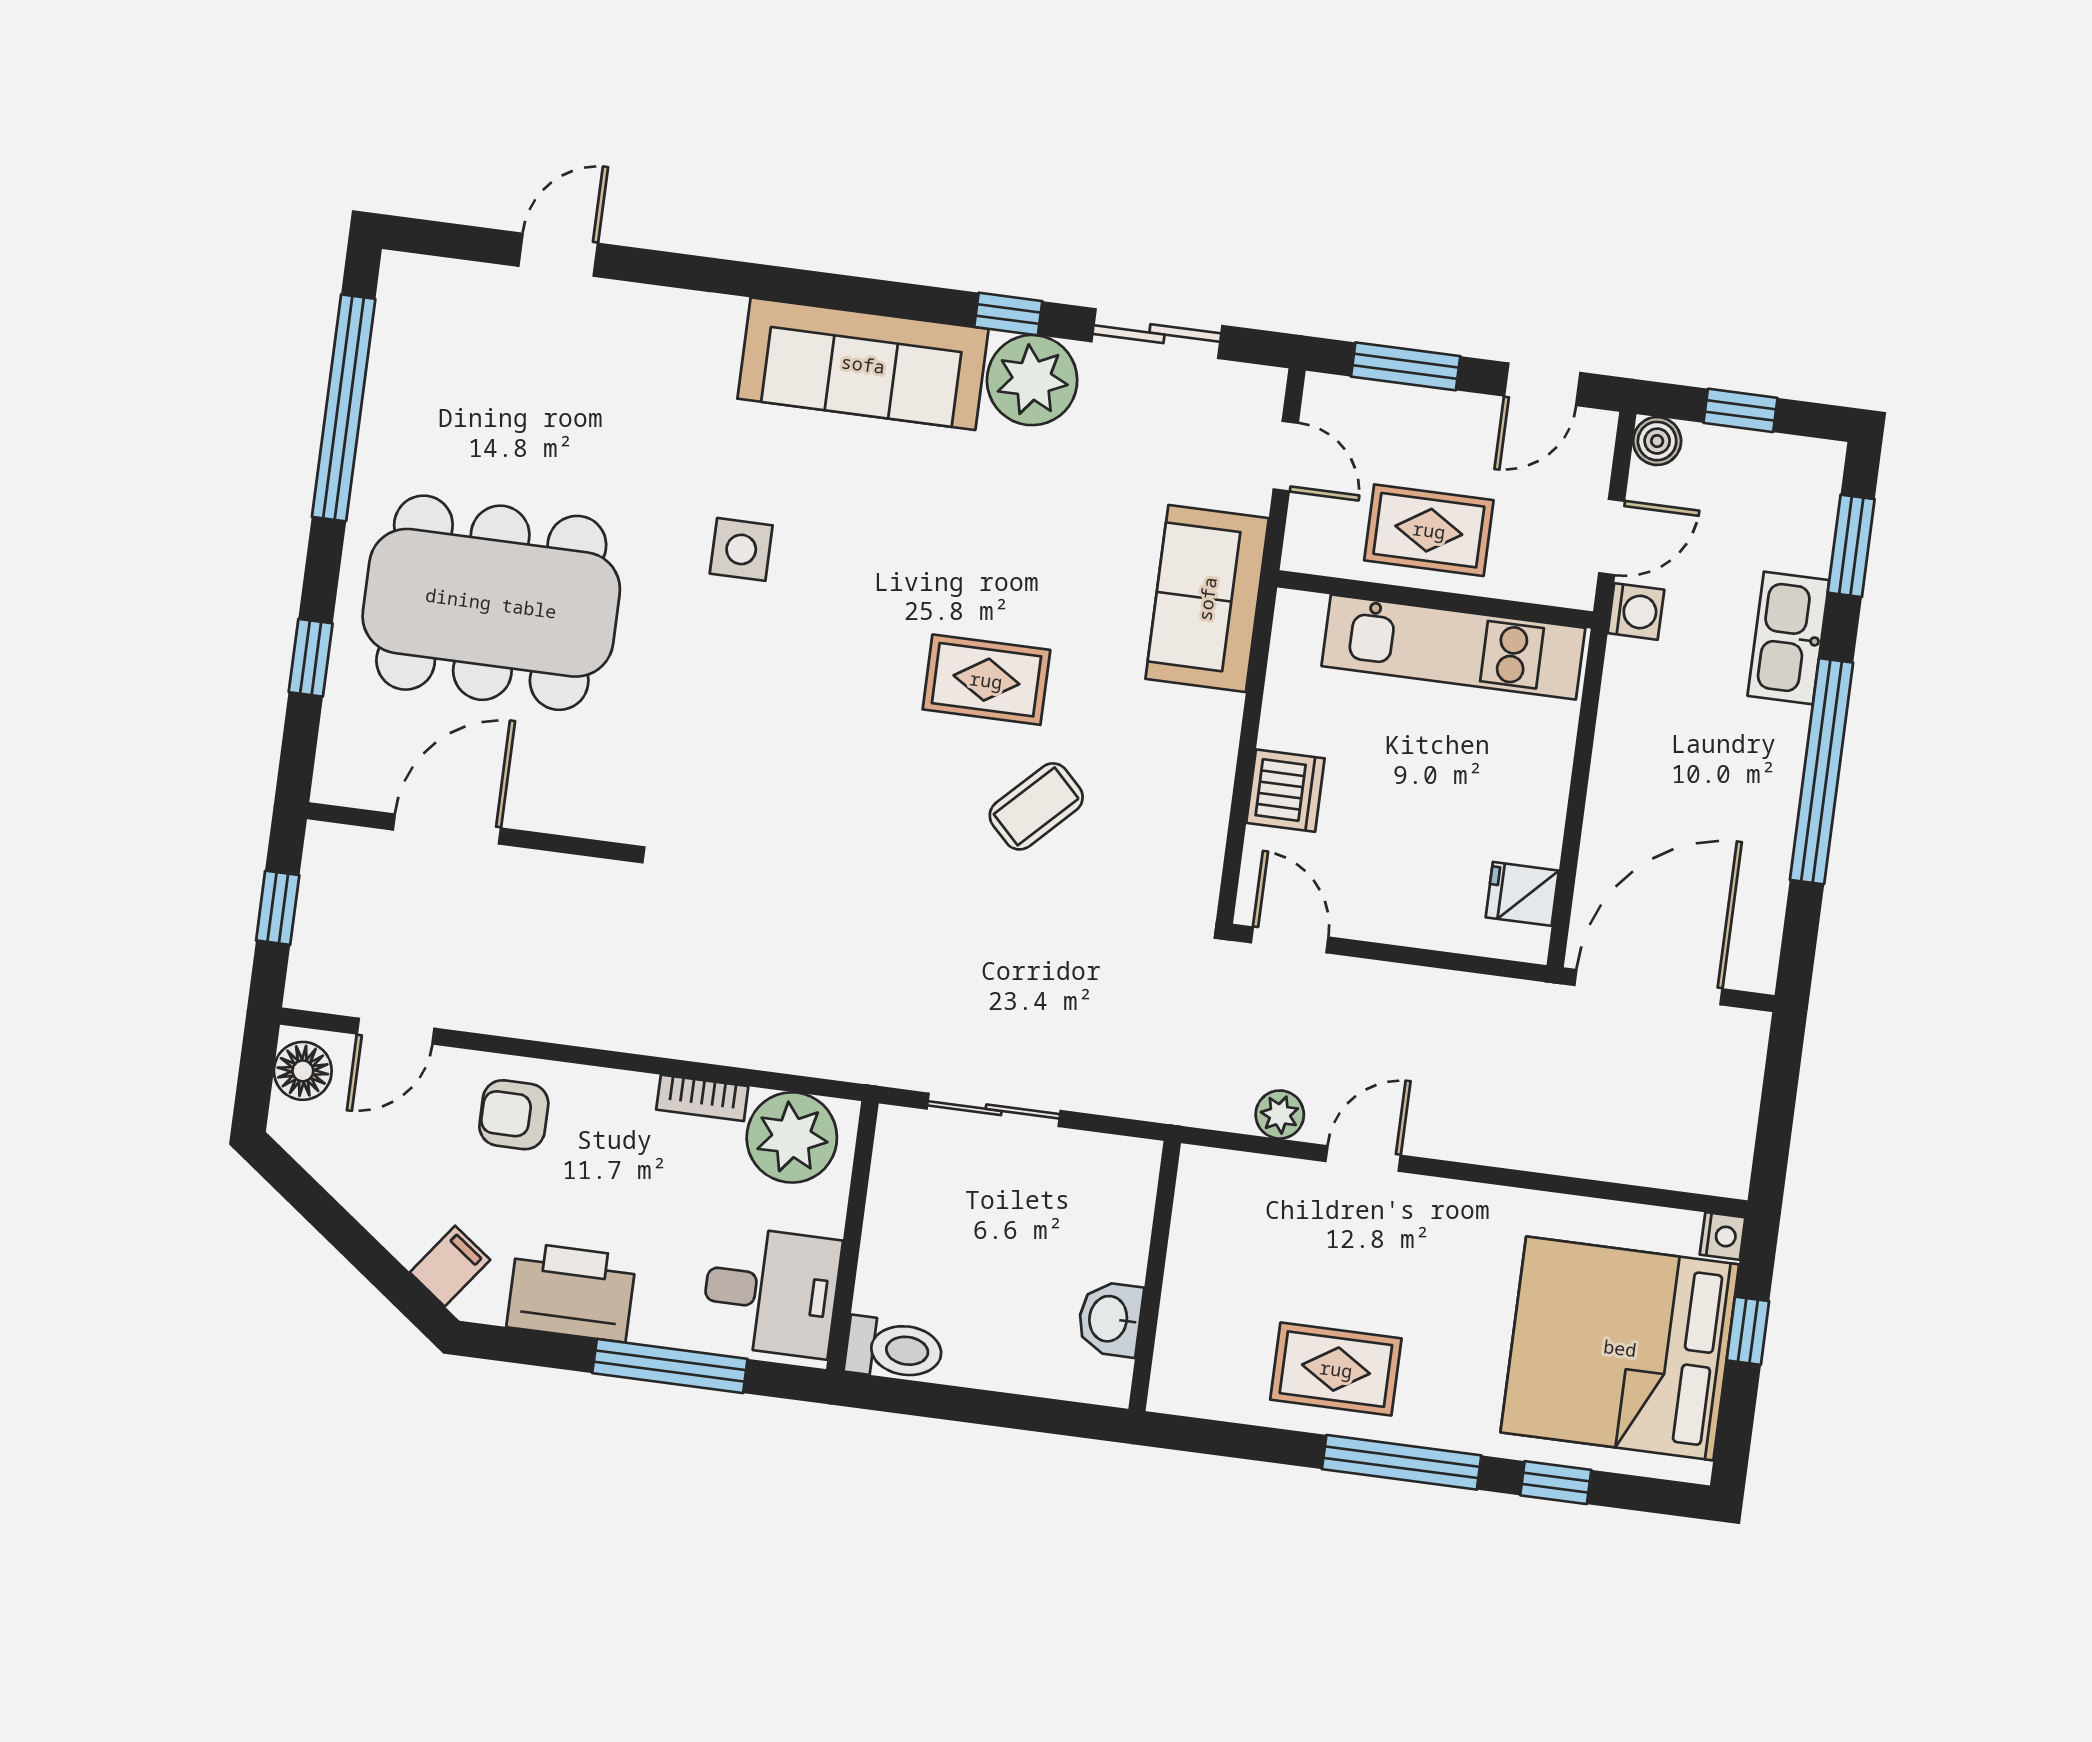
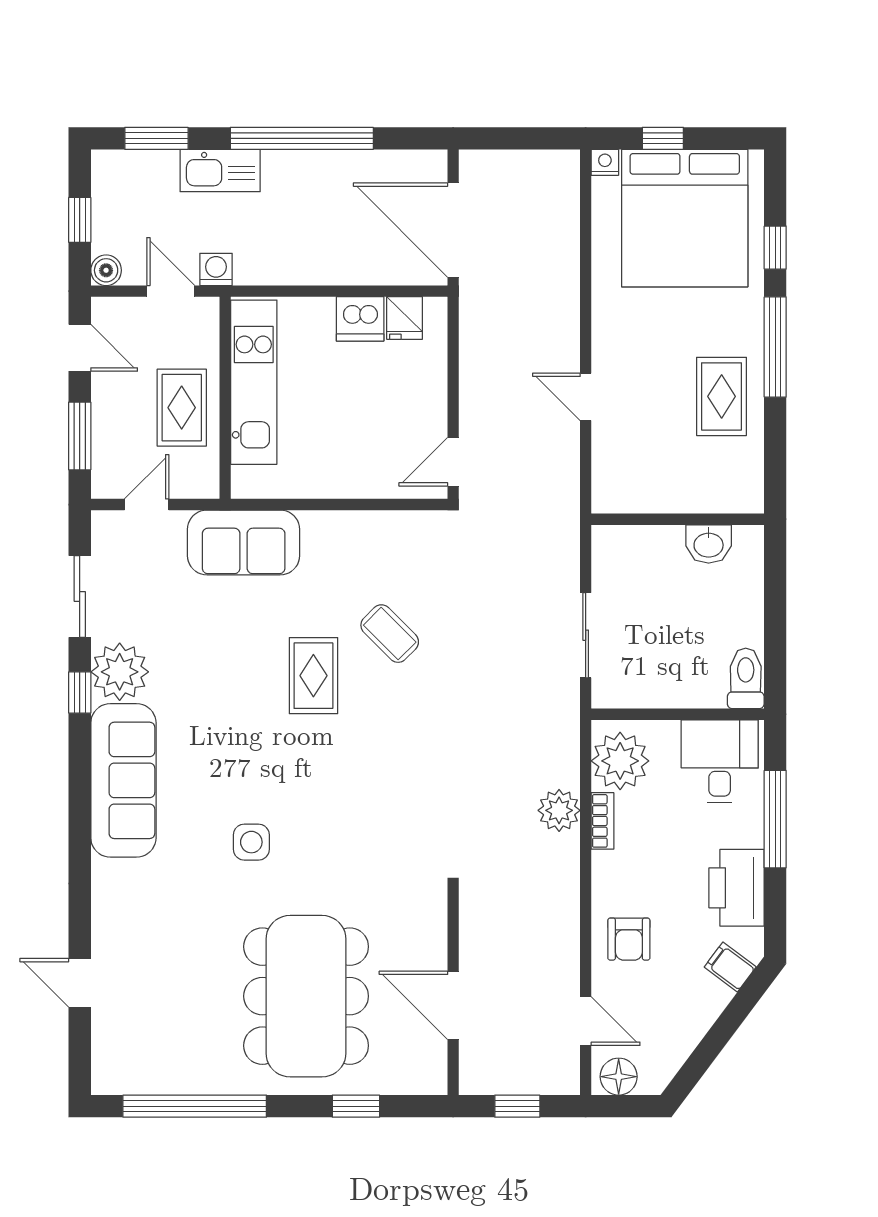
dishwasher: (1285, 791) -> (360, 319), moved, turned 180
plant: (1280, 1115) -> (559, 810), moved, width x1.38, depth x1.38

